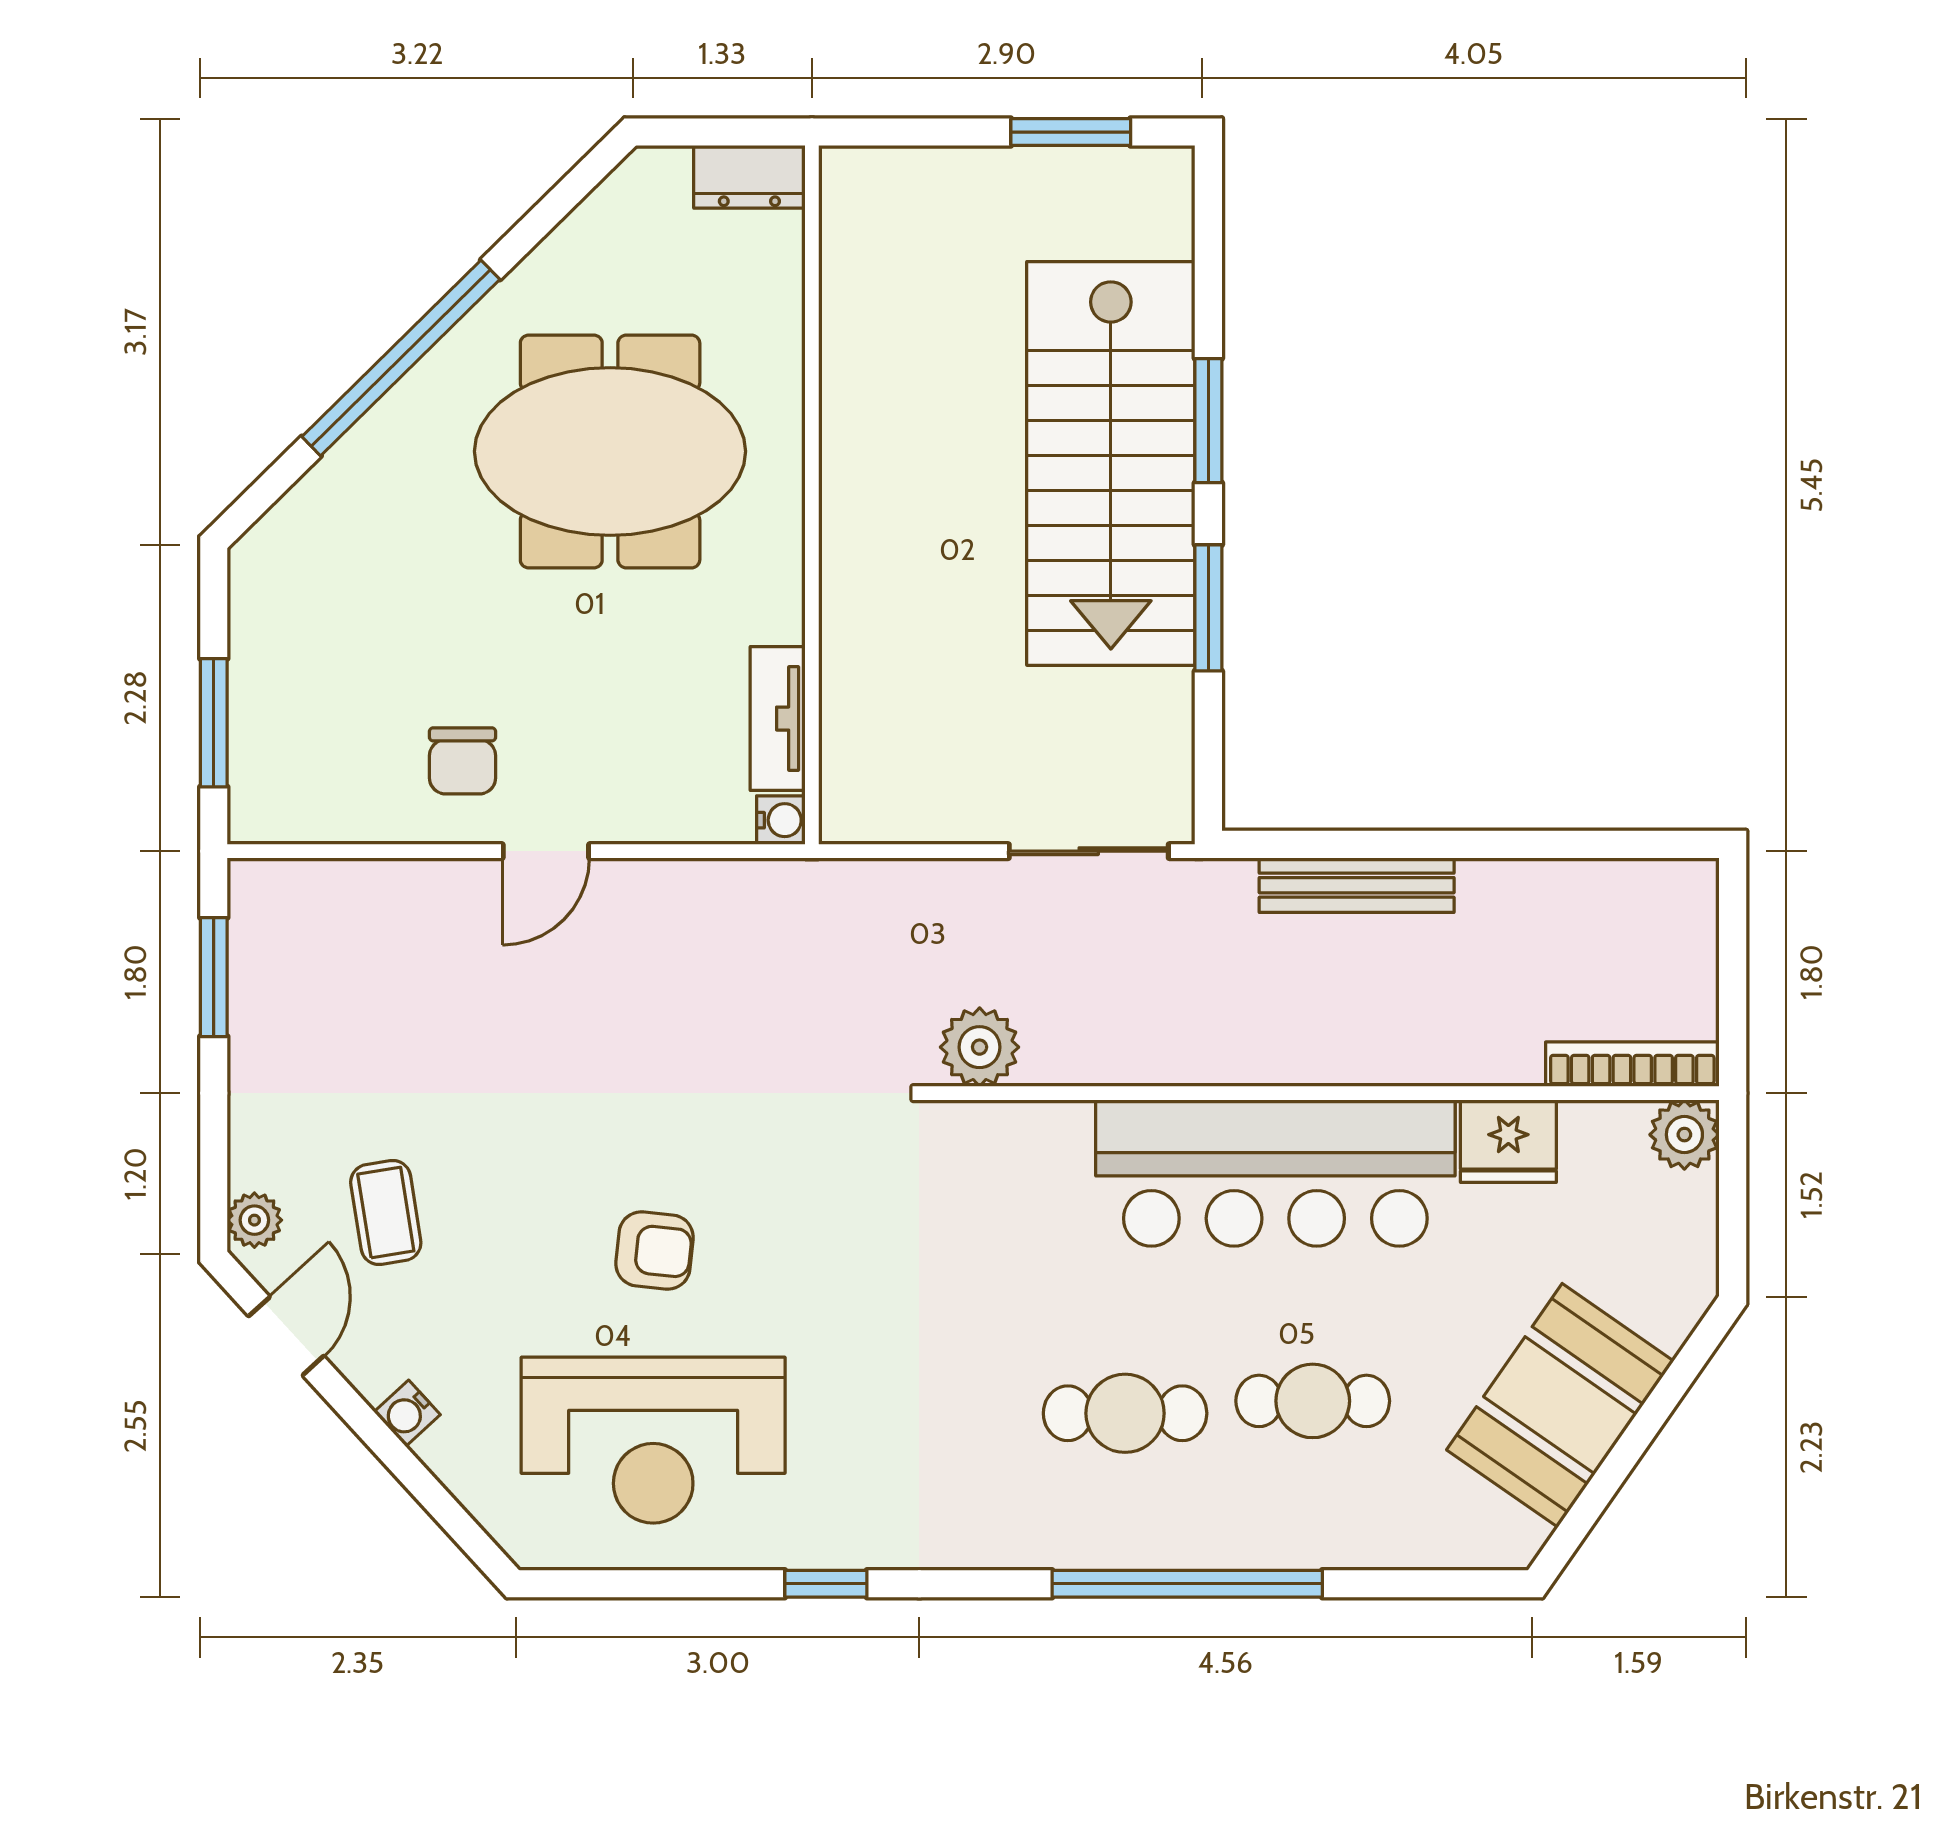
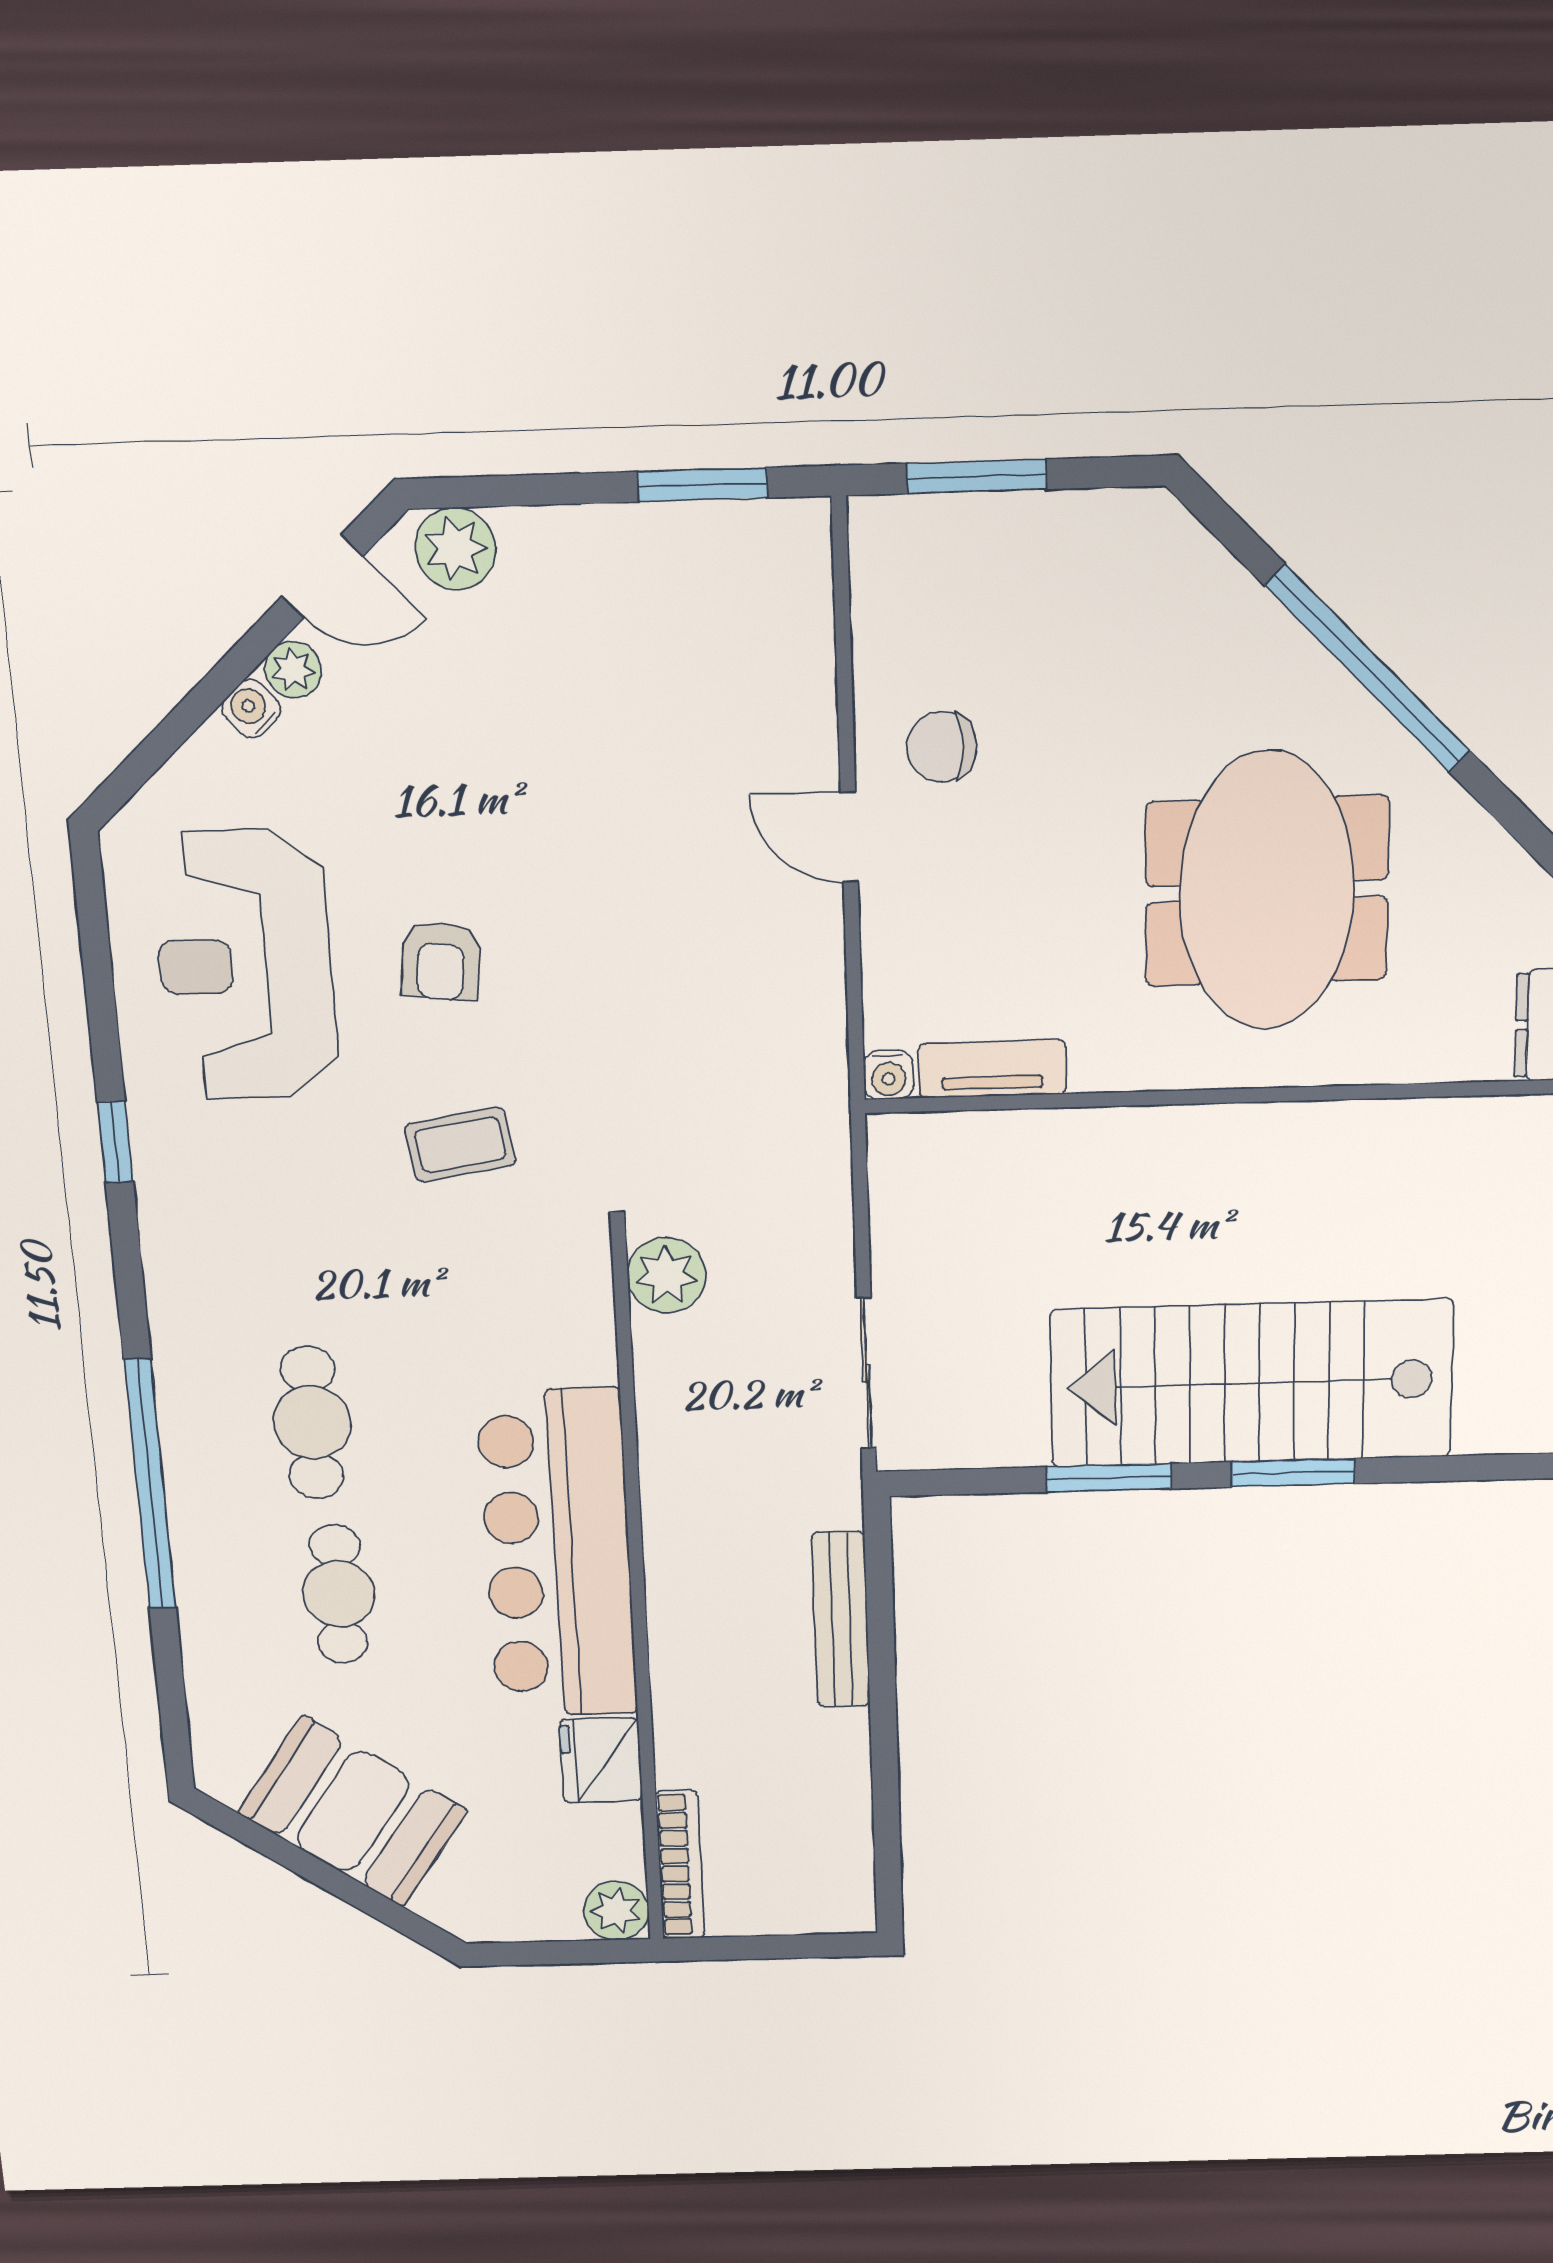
coffee table: (386, 1213) -> (460, 1145), moved
plant: (254, 1220) -> (455, 549), width x1.38, depth x1.38
plant: (372, 1371) -> (293, 670), added

